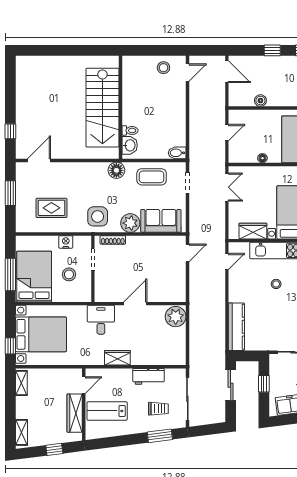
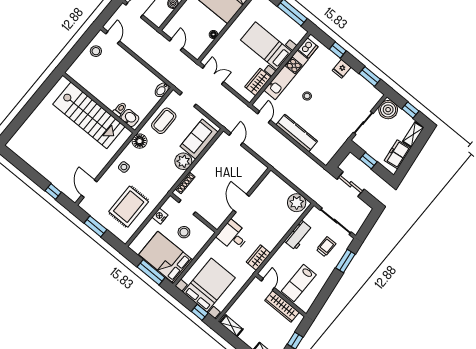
rug: (51, 208) -> (129, 207), width x1.36, depth x1.43
side table: (98, 216) -> (124, 167), moved, width x0.54, depth x0.54
plant: (176, 317) -> (297, 203), moved
kitchen counter: (236, 327) -> (297, 133), moved
wardrobe: (117, 358) -> (258, 258), moved

